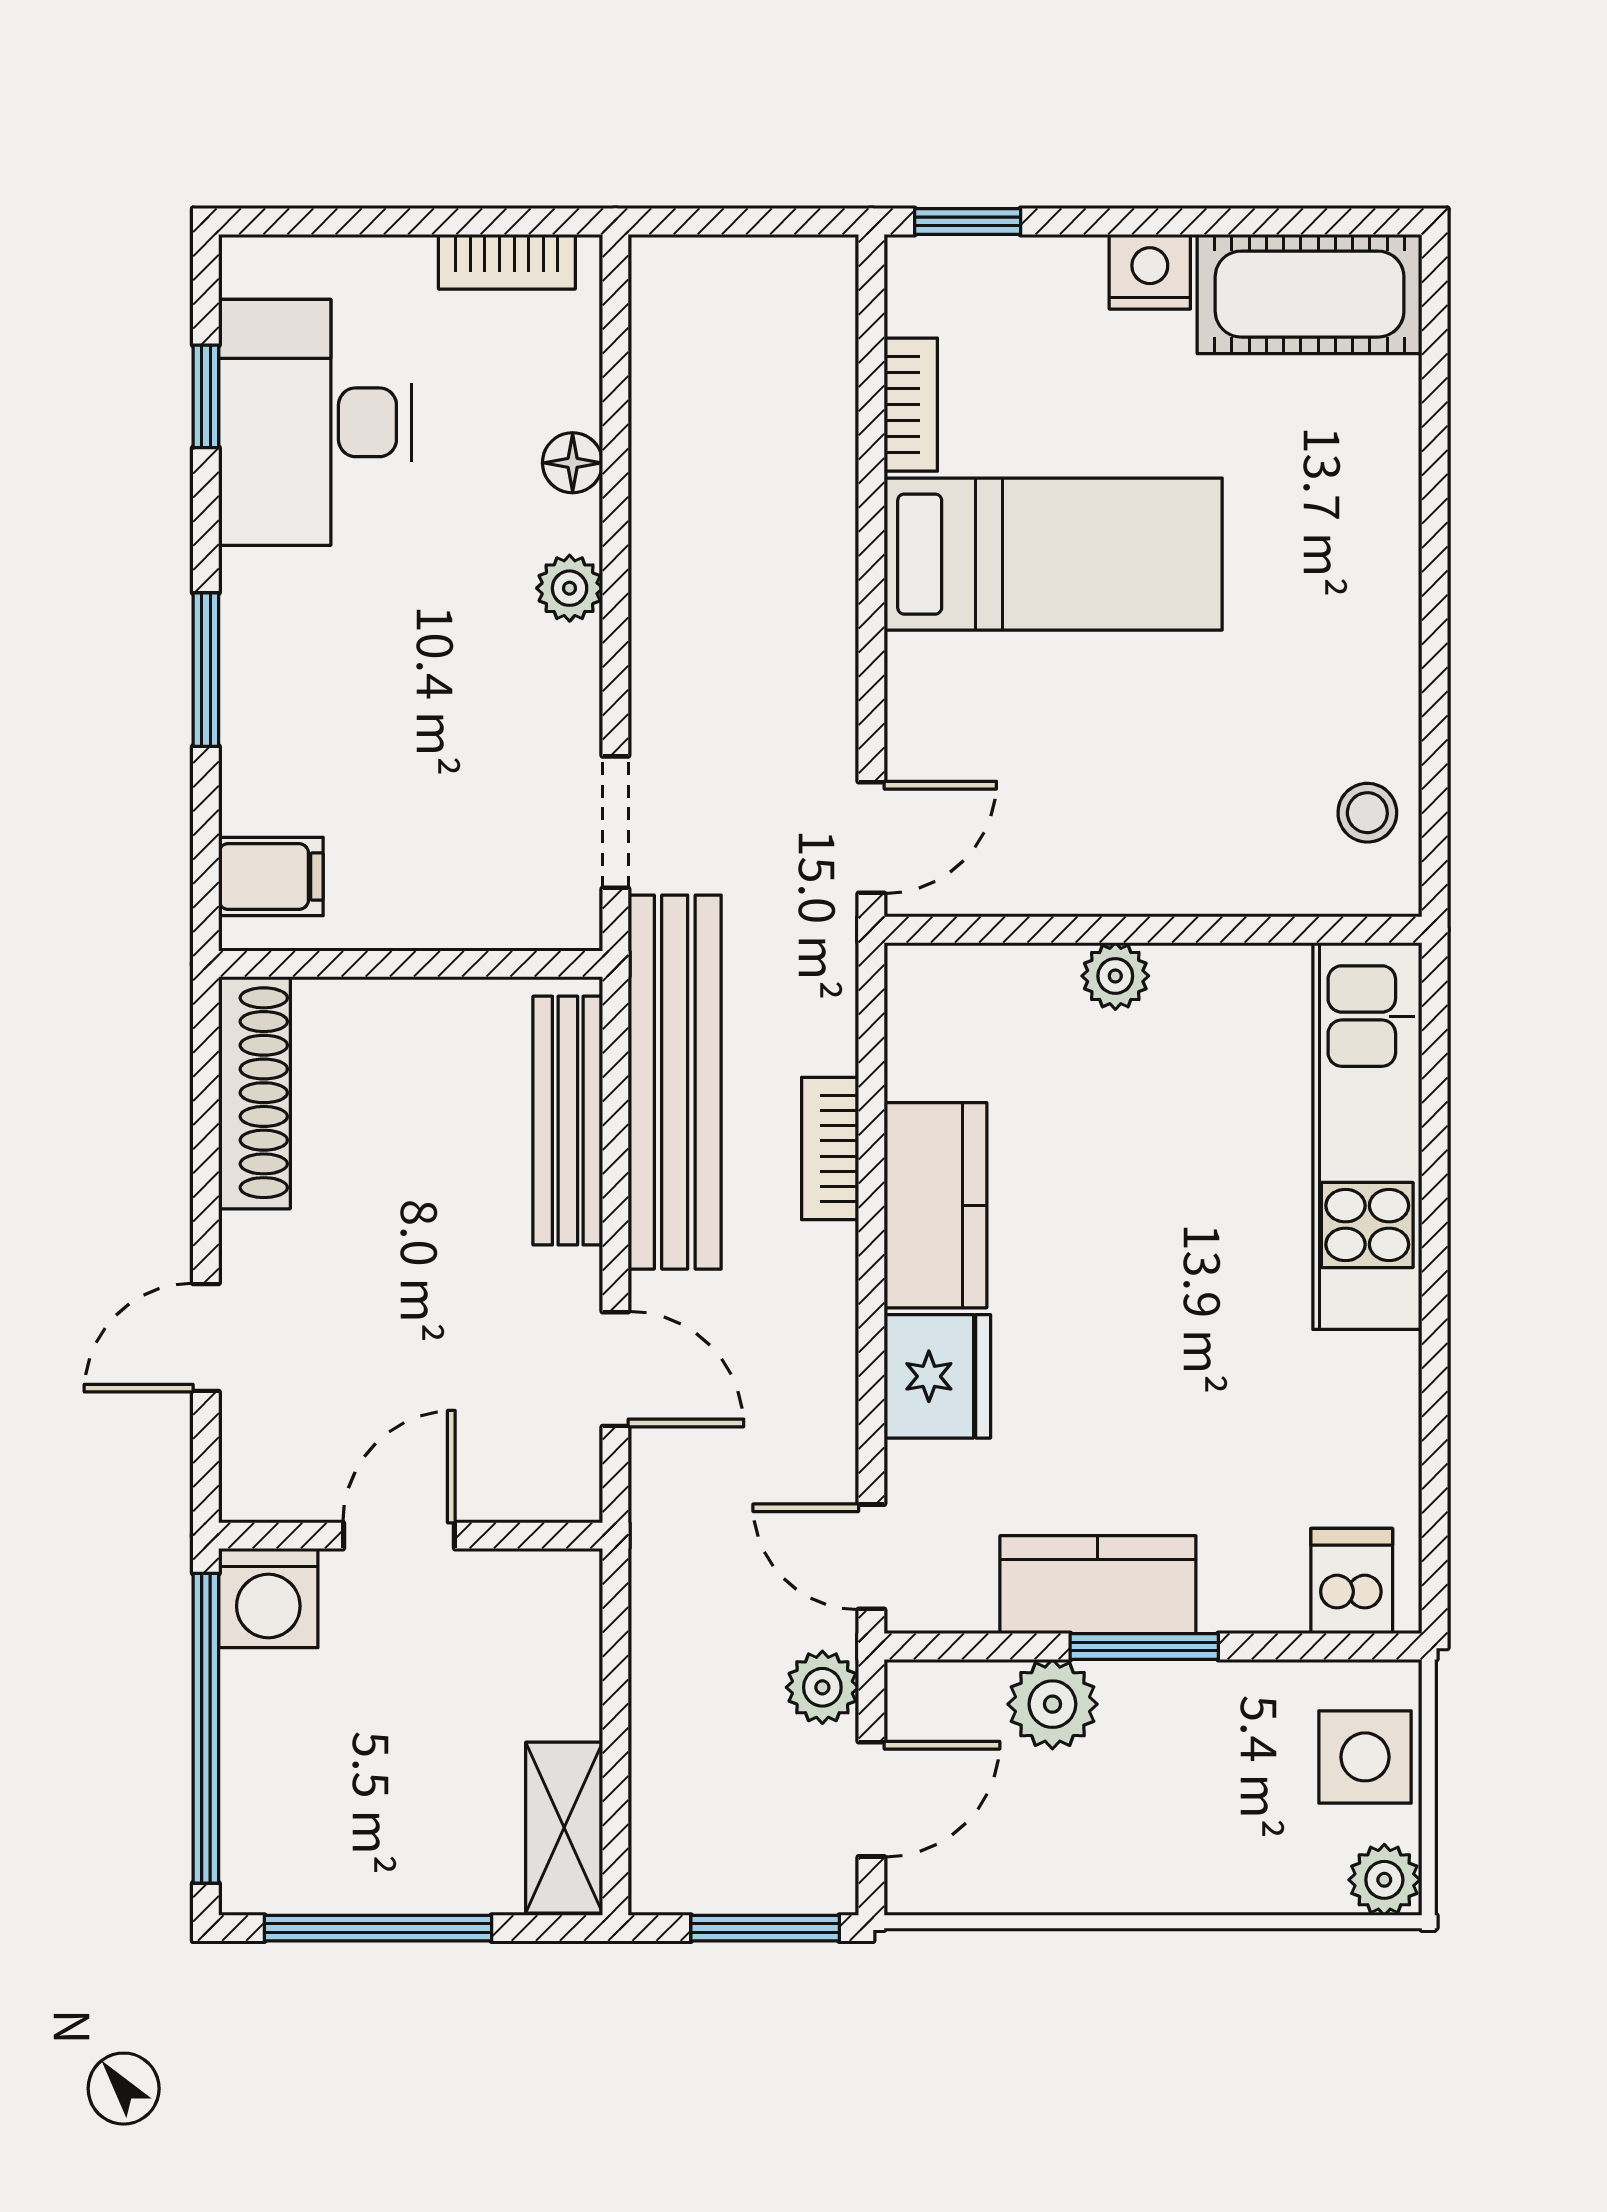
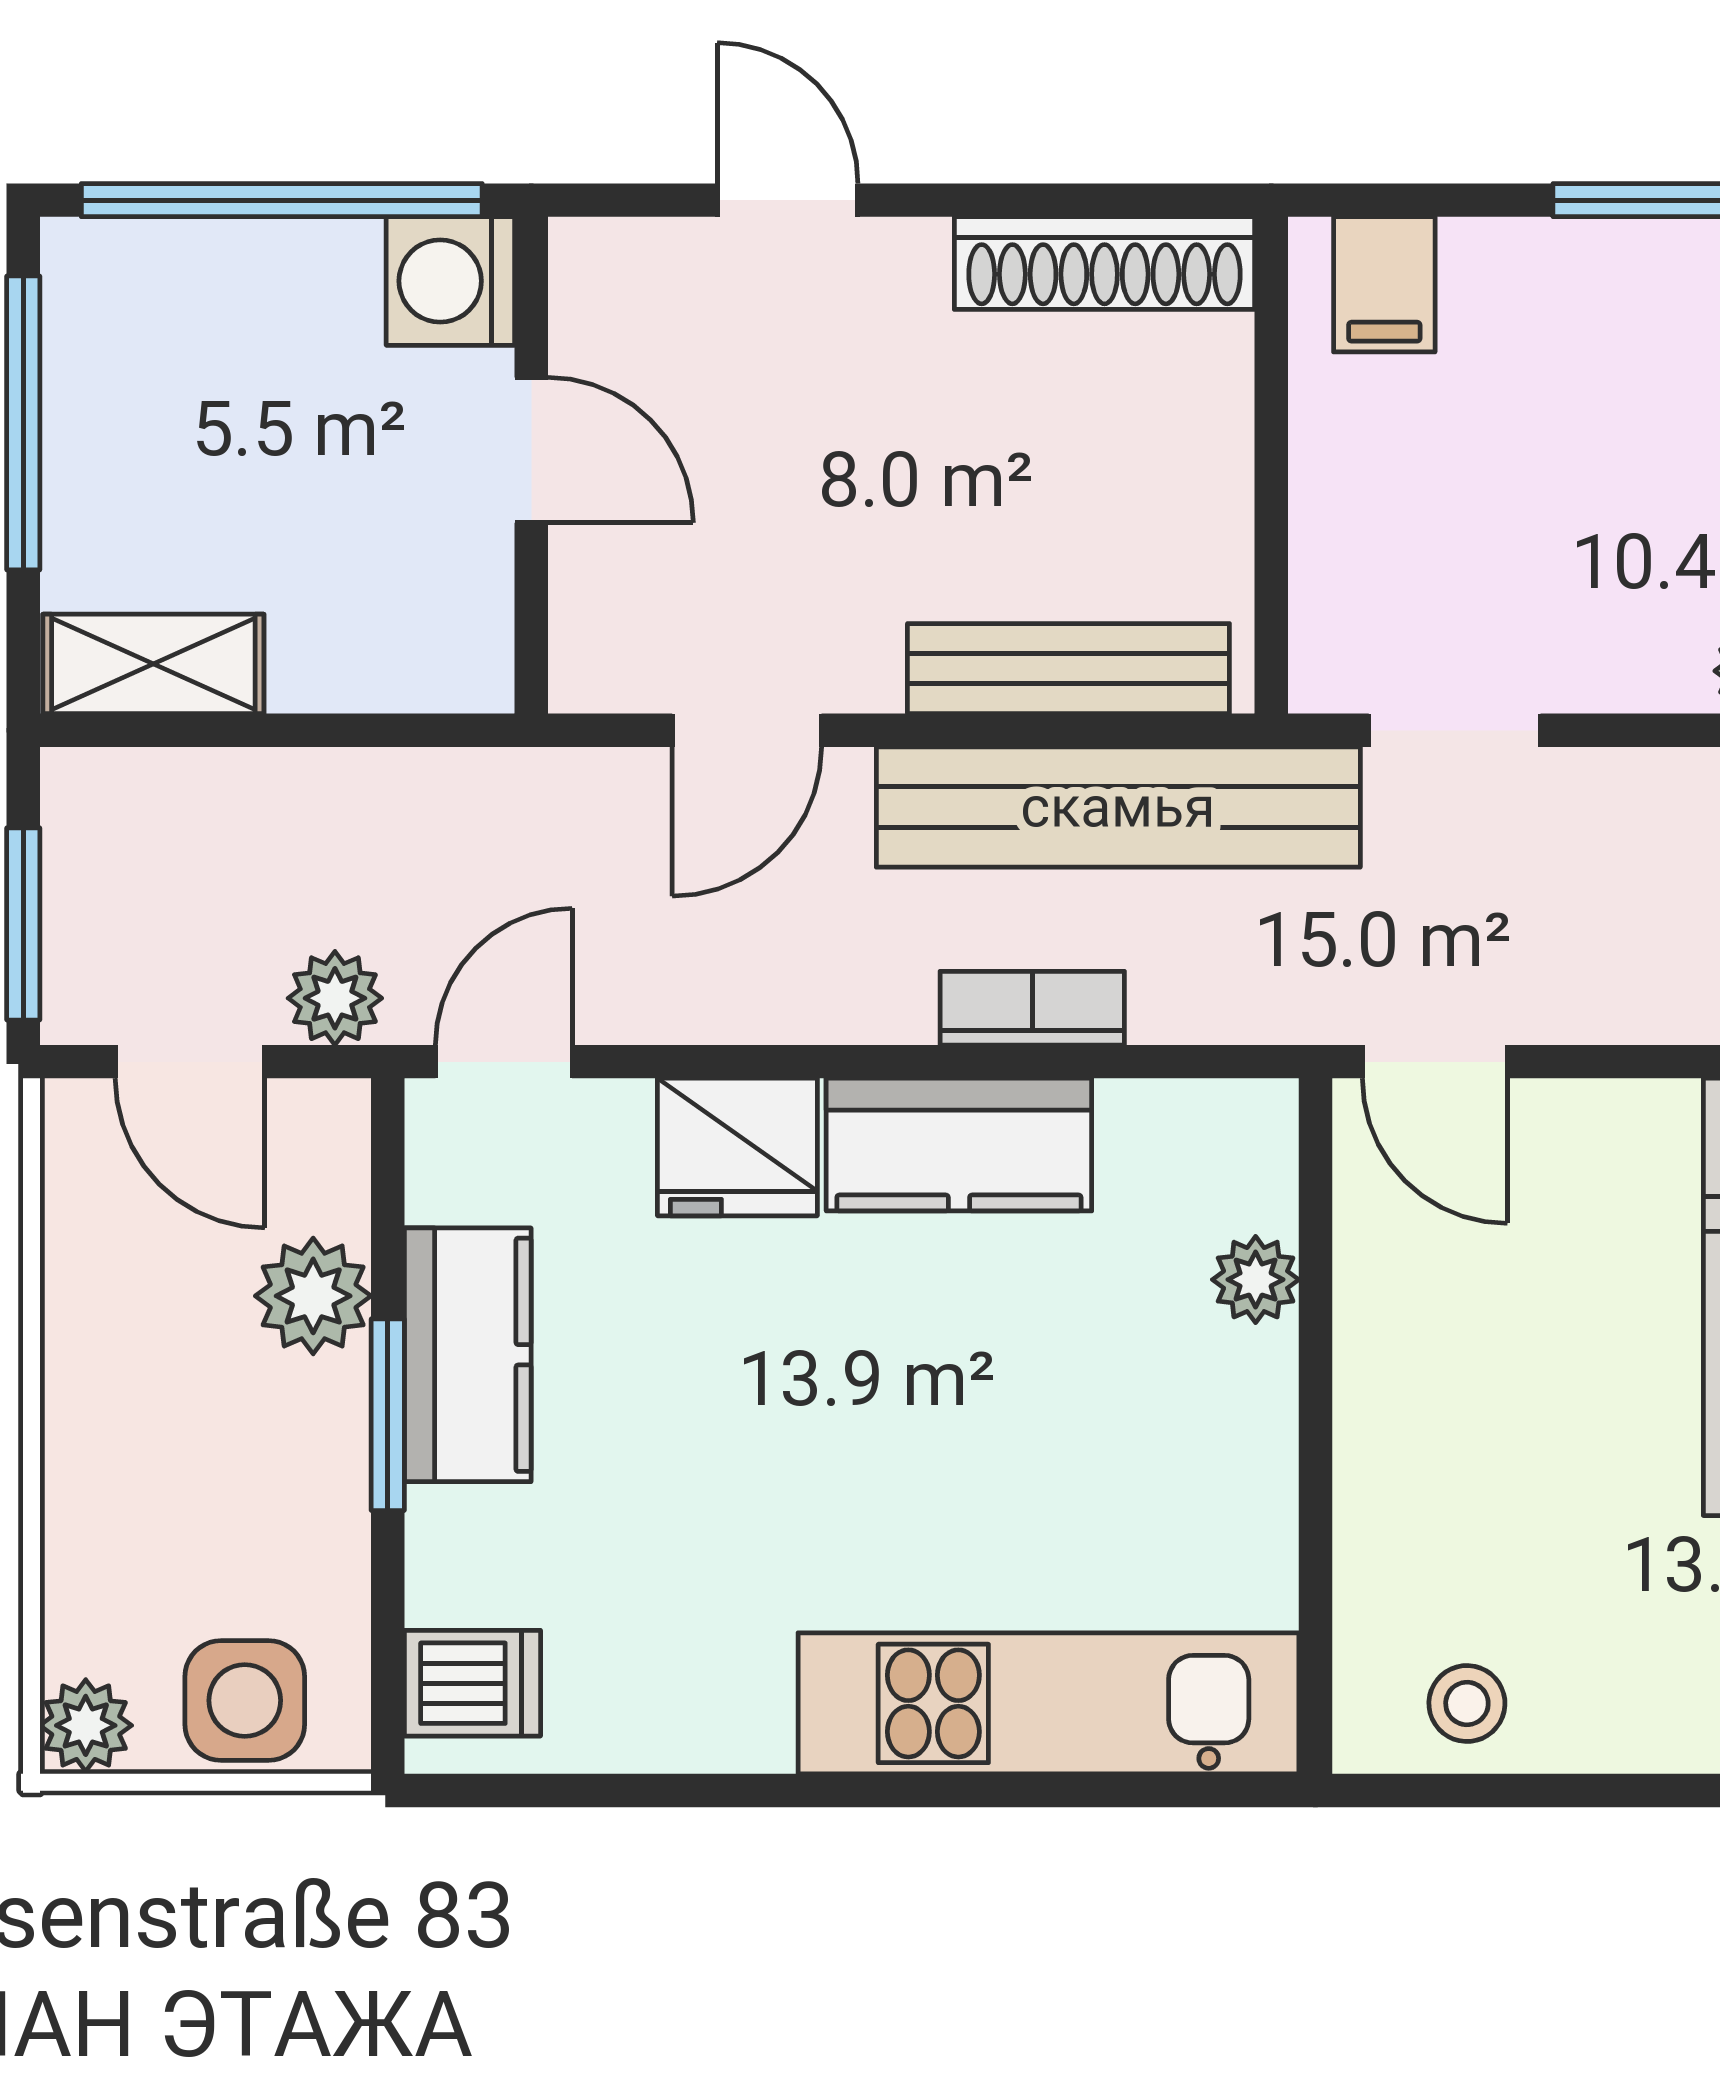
plant: (1115, 976) -> (1256, 1280), moved

